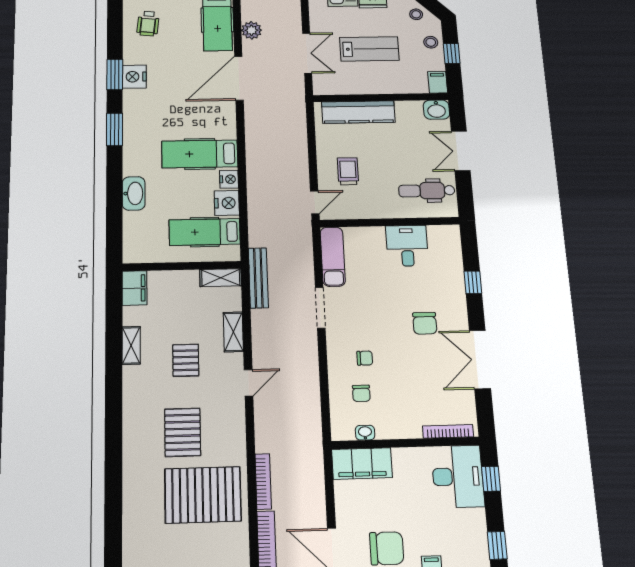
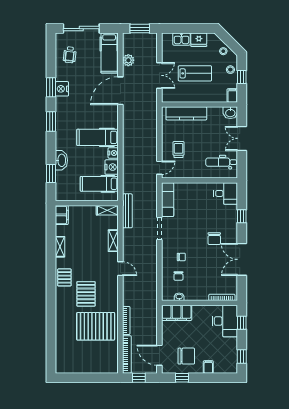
window: (114, 216) -> (51, 173), added
desk: (407, 246) -> (226, 193), moved, turned 90
pallet: (186, 360) -> (64, 277), moved
door: (249, 383) -> (120, 269), hinge flipped

